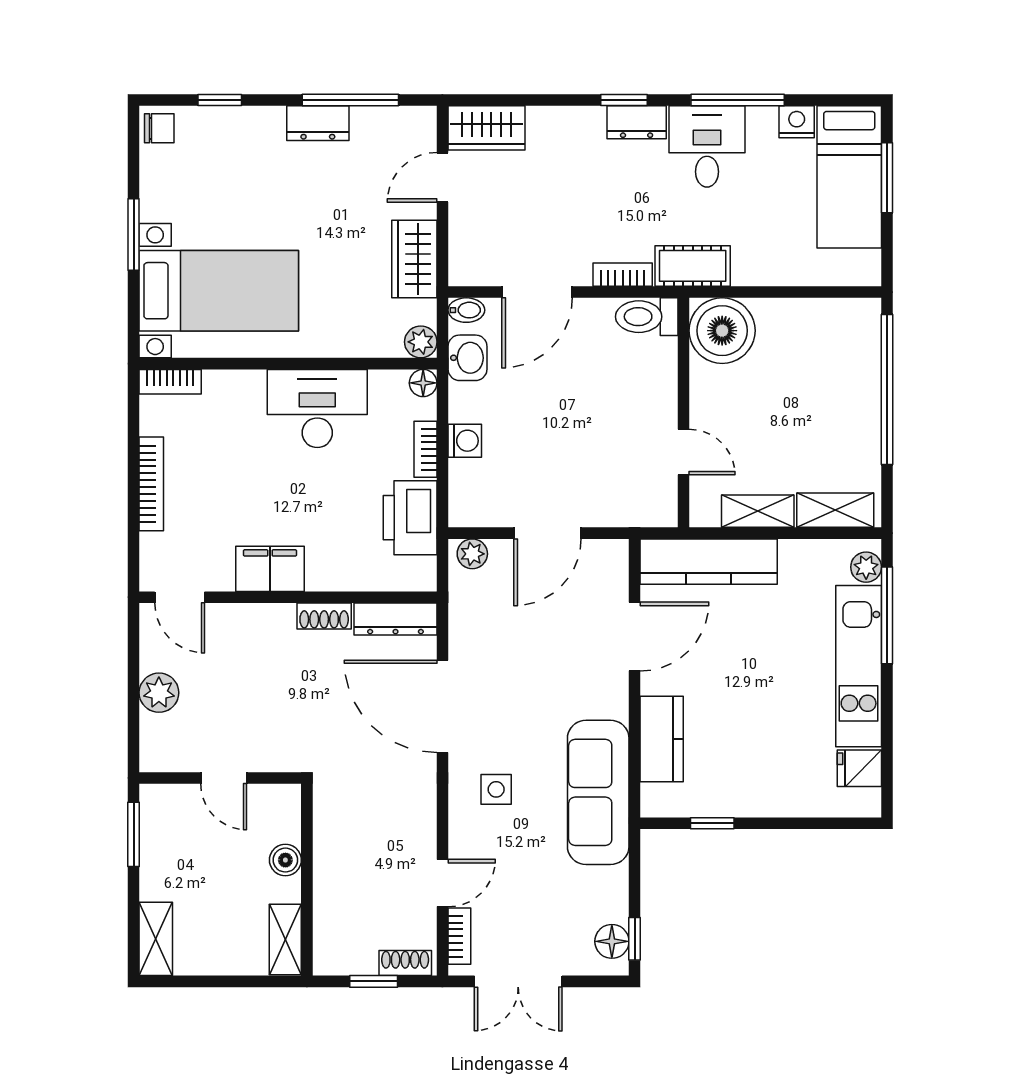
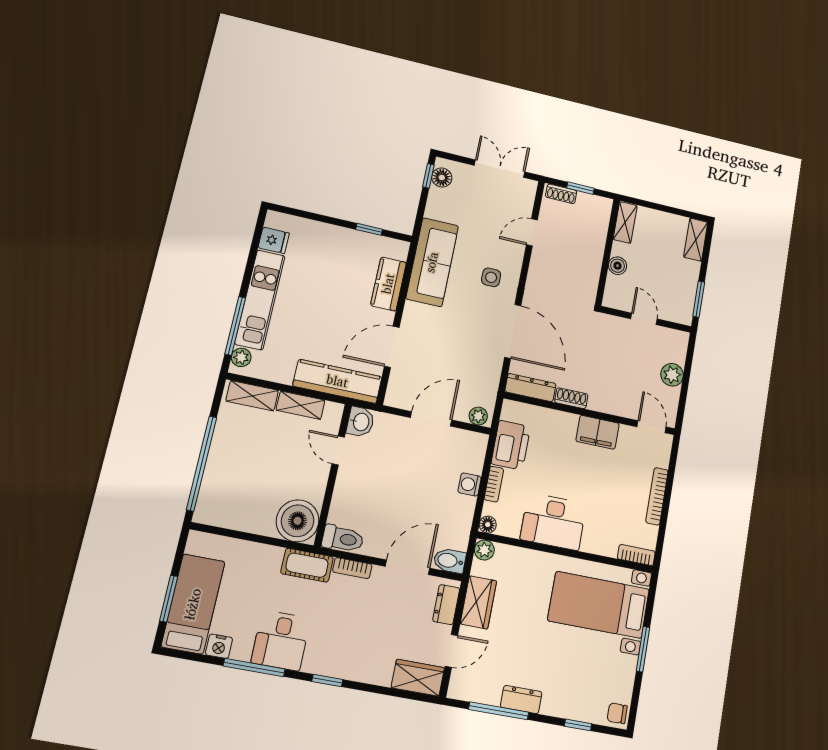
dresser: (637, 122) -> (446, 605), moved, turned -90
bidet: (466, 310) -> (450, 561), width x1.38, depth x1.36
washbasin: (468, 358) -> (360, 422), moved, turned 180
bookcase: (459, 936) -> (528, 201), removed

